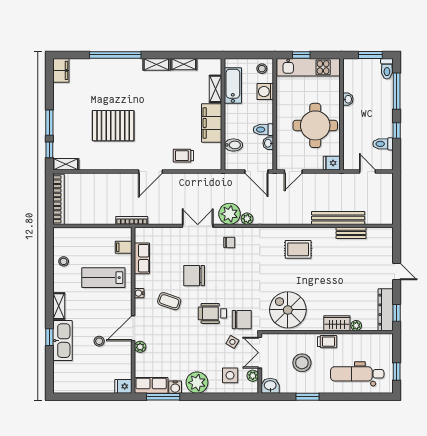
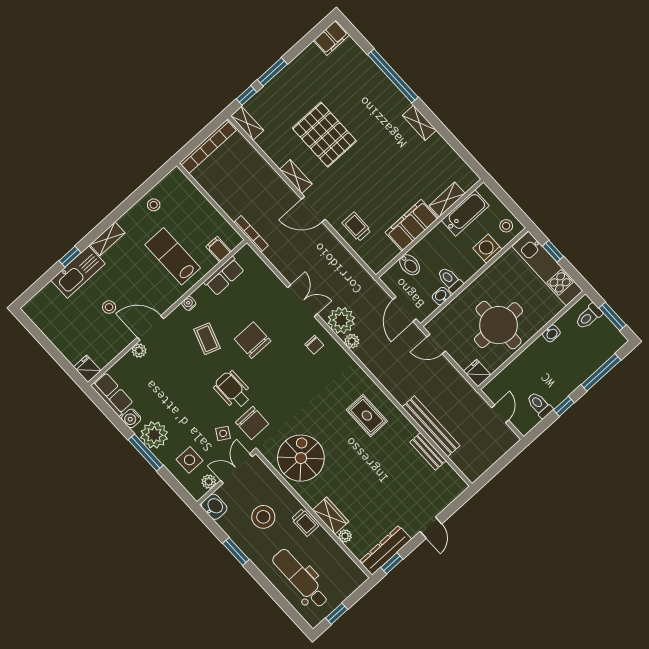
shelving: (184, 64) -> (296, 177), moved
toilet: (387, 69) -> (589, 316), moved
window: (163, 397) -> (146, 453), moved

